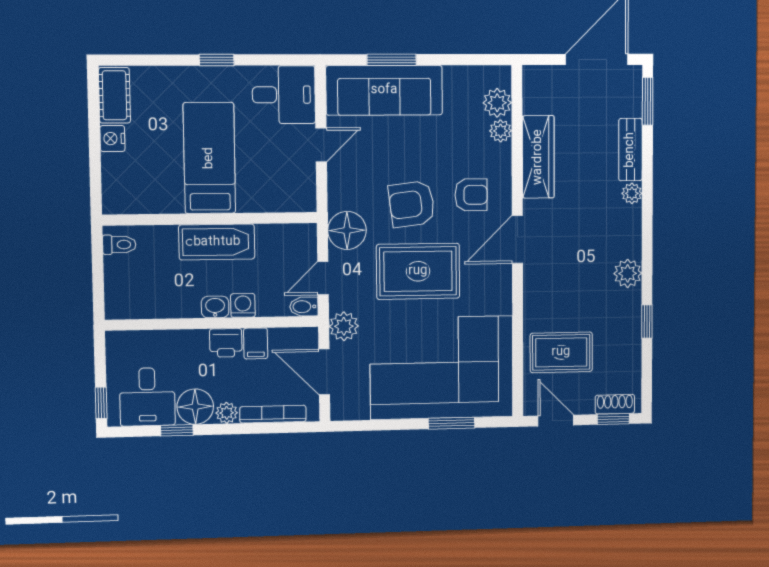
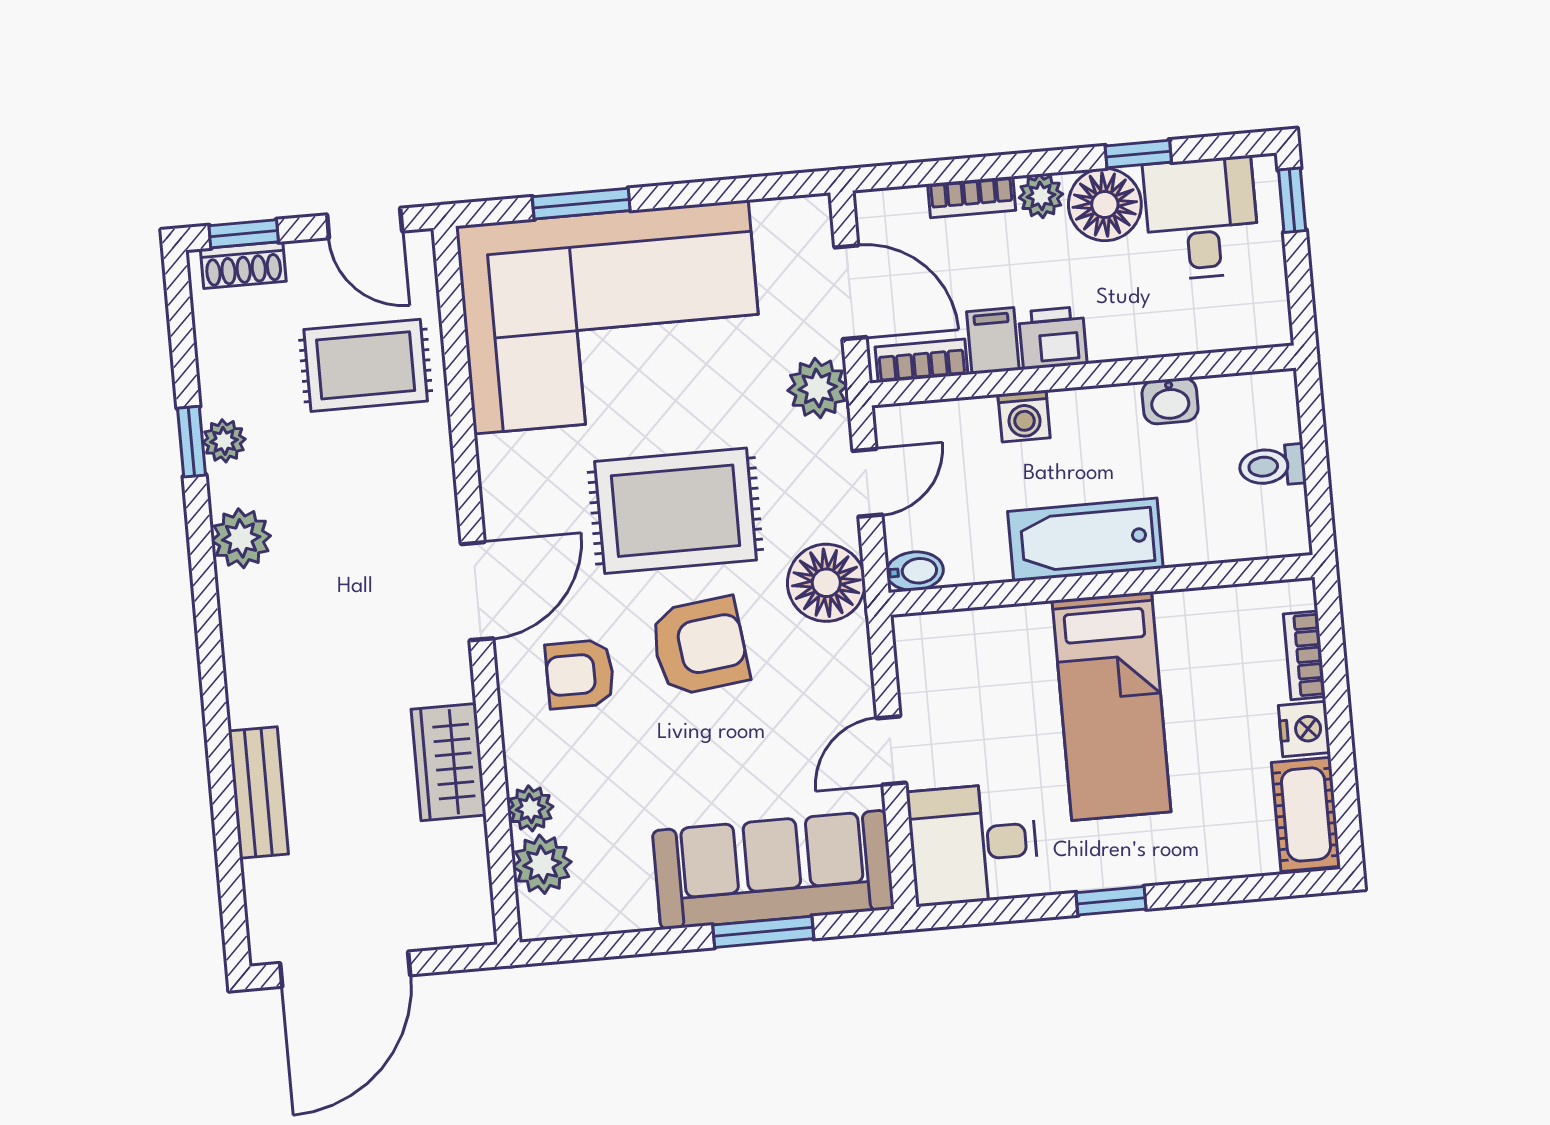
window: (648, 101) -> (232, 894), removed
wardrobe: (538, 157) -> (449, 762), width x0.67
bookcase: (110, 176) -> (1304, 655), added
plant: (632, 193) -> (224, 441), moved
toilet: (119, 245) -> (1272, 466), moved
washbasin: (215, 307) -> (1170, 401), moved
bidet: (304, 307) -> (915, 571), moved
bookcase: (292, 336) -> (921, 361), added
bookcase: (273, 414) -> (972, 197), width x0.64

